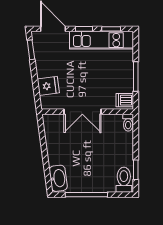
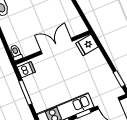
fridge: (48, 86) -> (87, 45), moved

